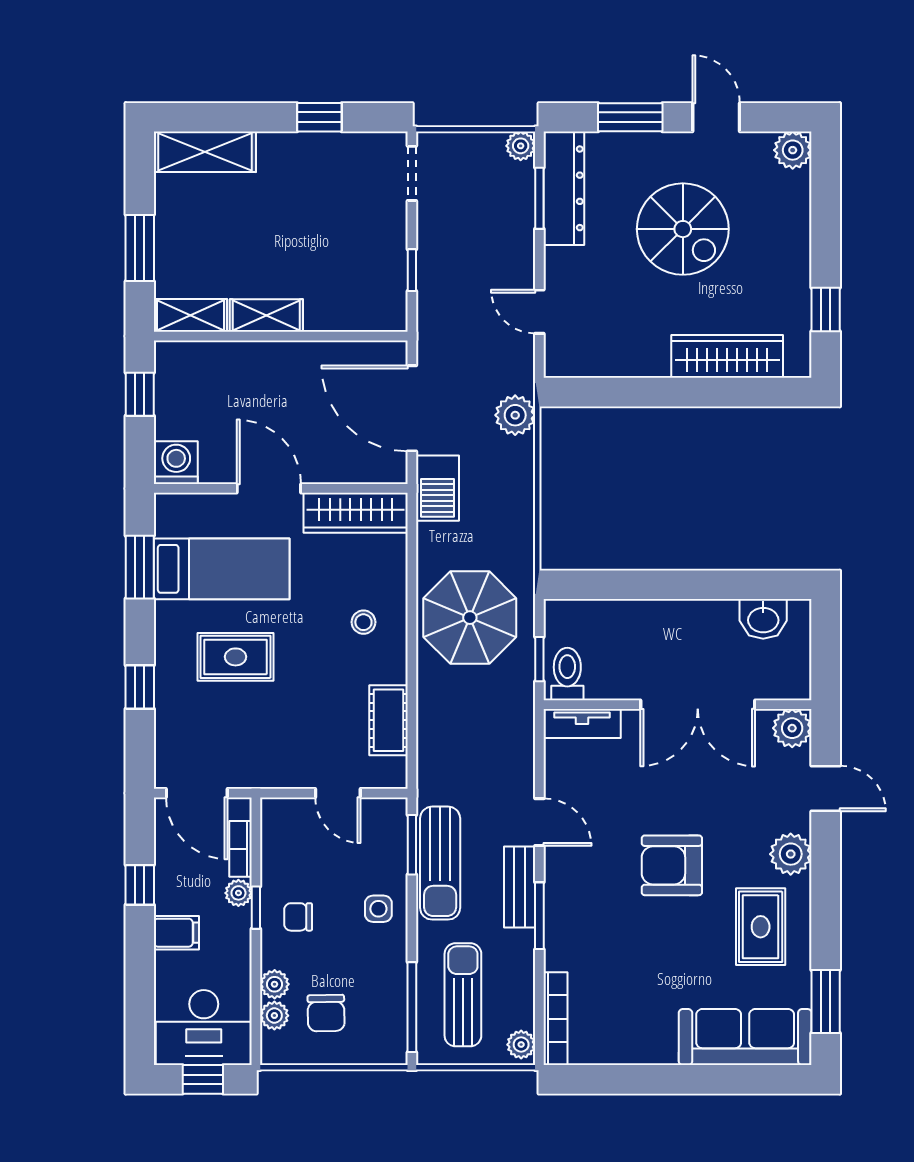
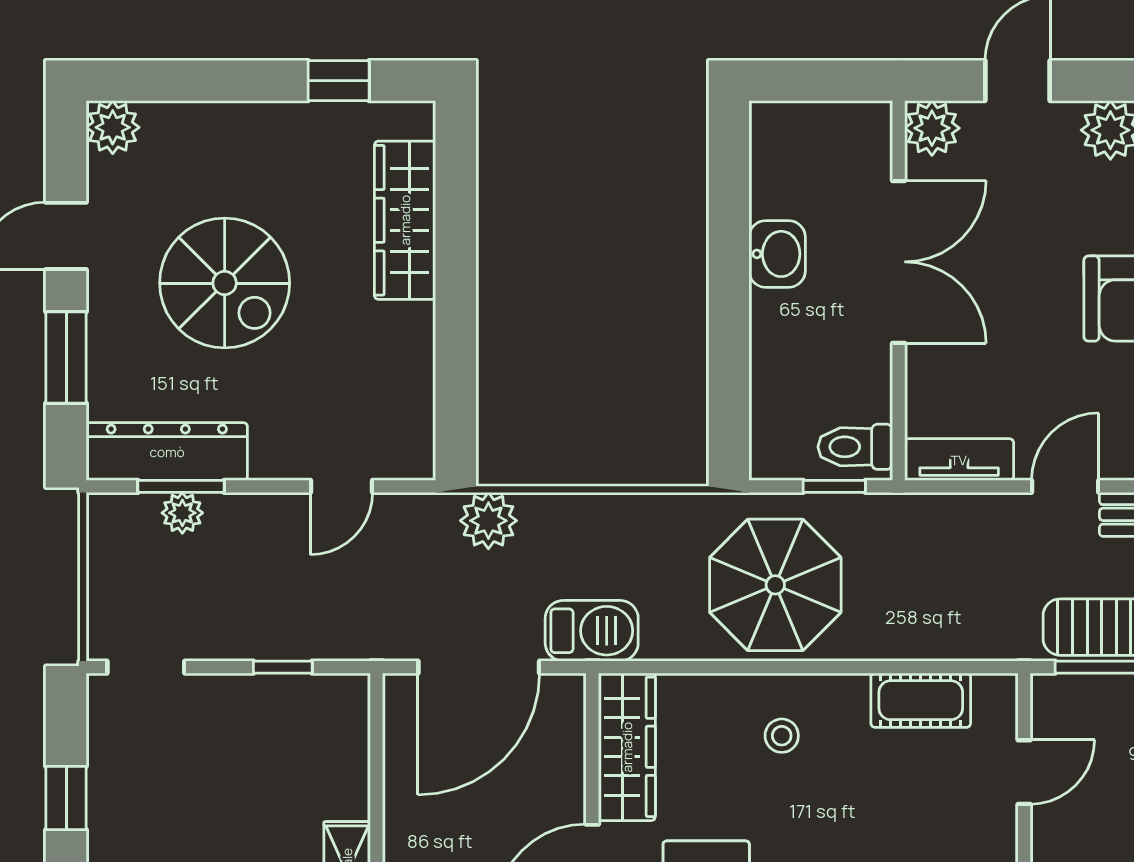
plant: (521, 146) -> (182, 513), moved
spiral stairs: (683, 229) -> (225, 283), turned 90
washbasin: (763, 619) -> (777, 254), moved
tv unit: (582, 723) -> (959, 460), moved, turned -90

